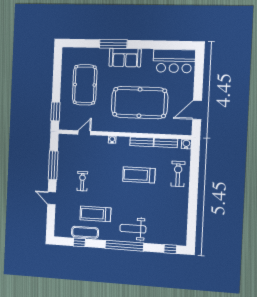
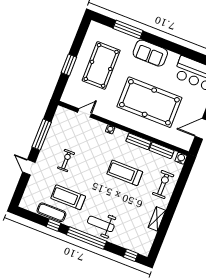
window: (113, 44) -> (128, 29), moved
window: (55, 111) -> (69, 65), moved
shelving: (183, 208) -> (157, 219), added
window: (79, 242) -> (54, 225), moved

